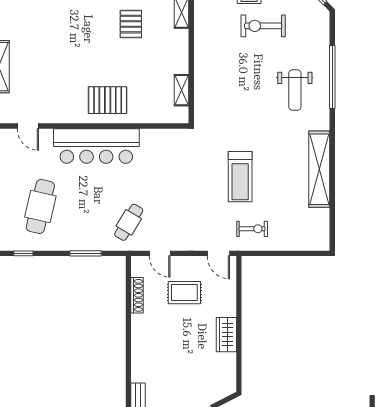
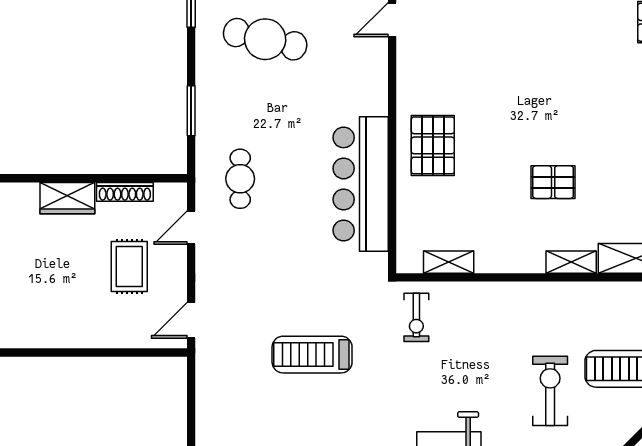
bar counter: (96, 146) -> (361, 184), moved
cafe table: (129, 222) -> (240, 179), turned 59
exercise bike: (252, 229) -> (416, 317), moved
wardrobe: (226, 335) -> (67, 198), moved, turned 180

